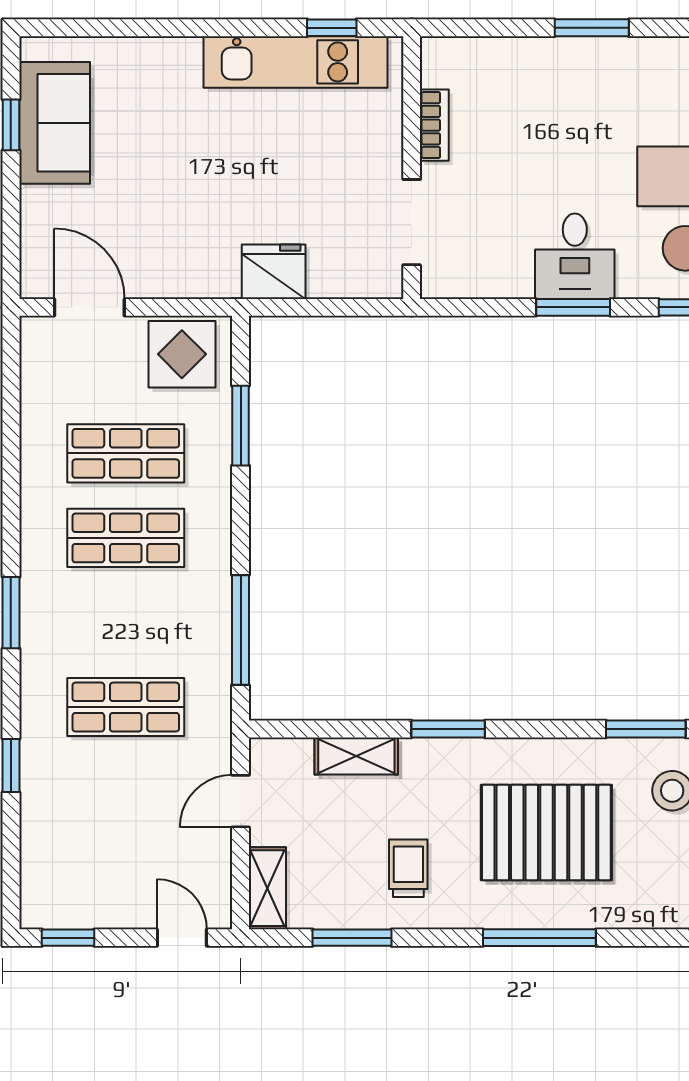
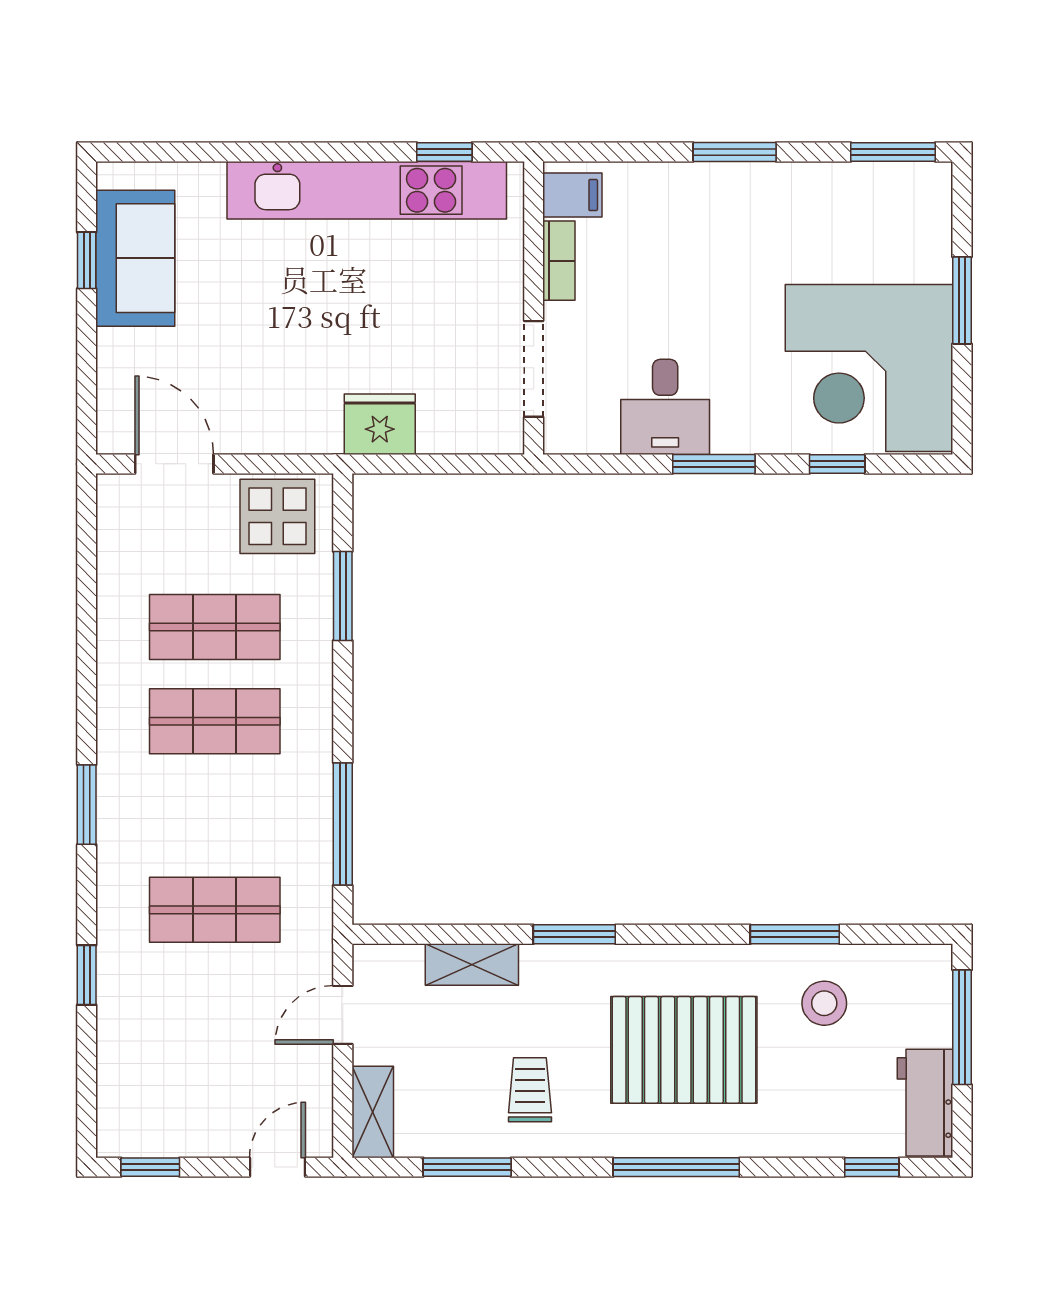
kitchen unit: (295, 62) -> (367, 190), width x1.36
filing cabinet: (446, 66) -> (572, 195), added
desk: (575, 256) -> (665, 407), moved
door: (182, 938) -> (277, 1167), hinge flipped

